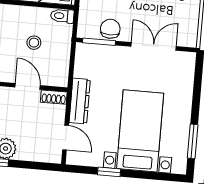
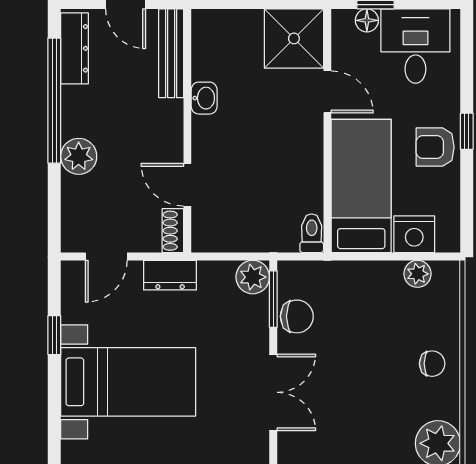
stool: (34, 43) -> (262, 189), removed
plant: (85, 53) -> (253, 277), added
door: (28, 86) -> (187, 185), swing flipped
dresser: (80, 101) -> (170, 275), width x0.70

